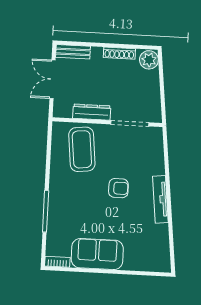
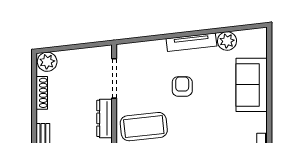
plant: (160, 234) -> (227, 41), added
sofa: (97, 254) -> (252, 85), moved

